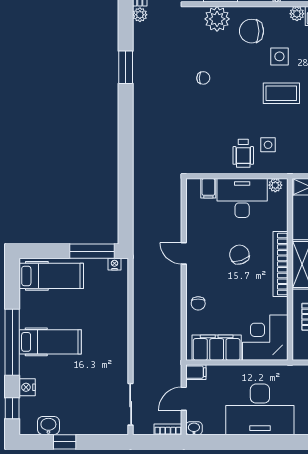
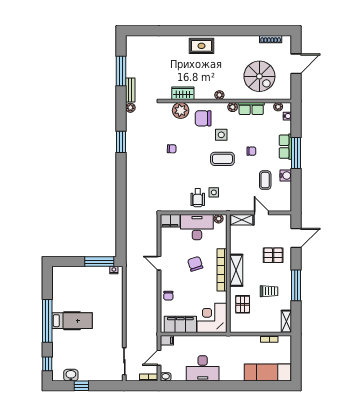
filing cabinet: (208, 188) -> (170, 221), width x2.00
hospital bed: (51, 276) -> (73, 278), removed
nightstand: (27, 387) -> (57, 350), removed
desk: (260, 409) -> (203, 368), width x0.73, depth x0.77

